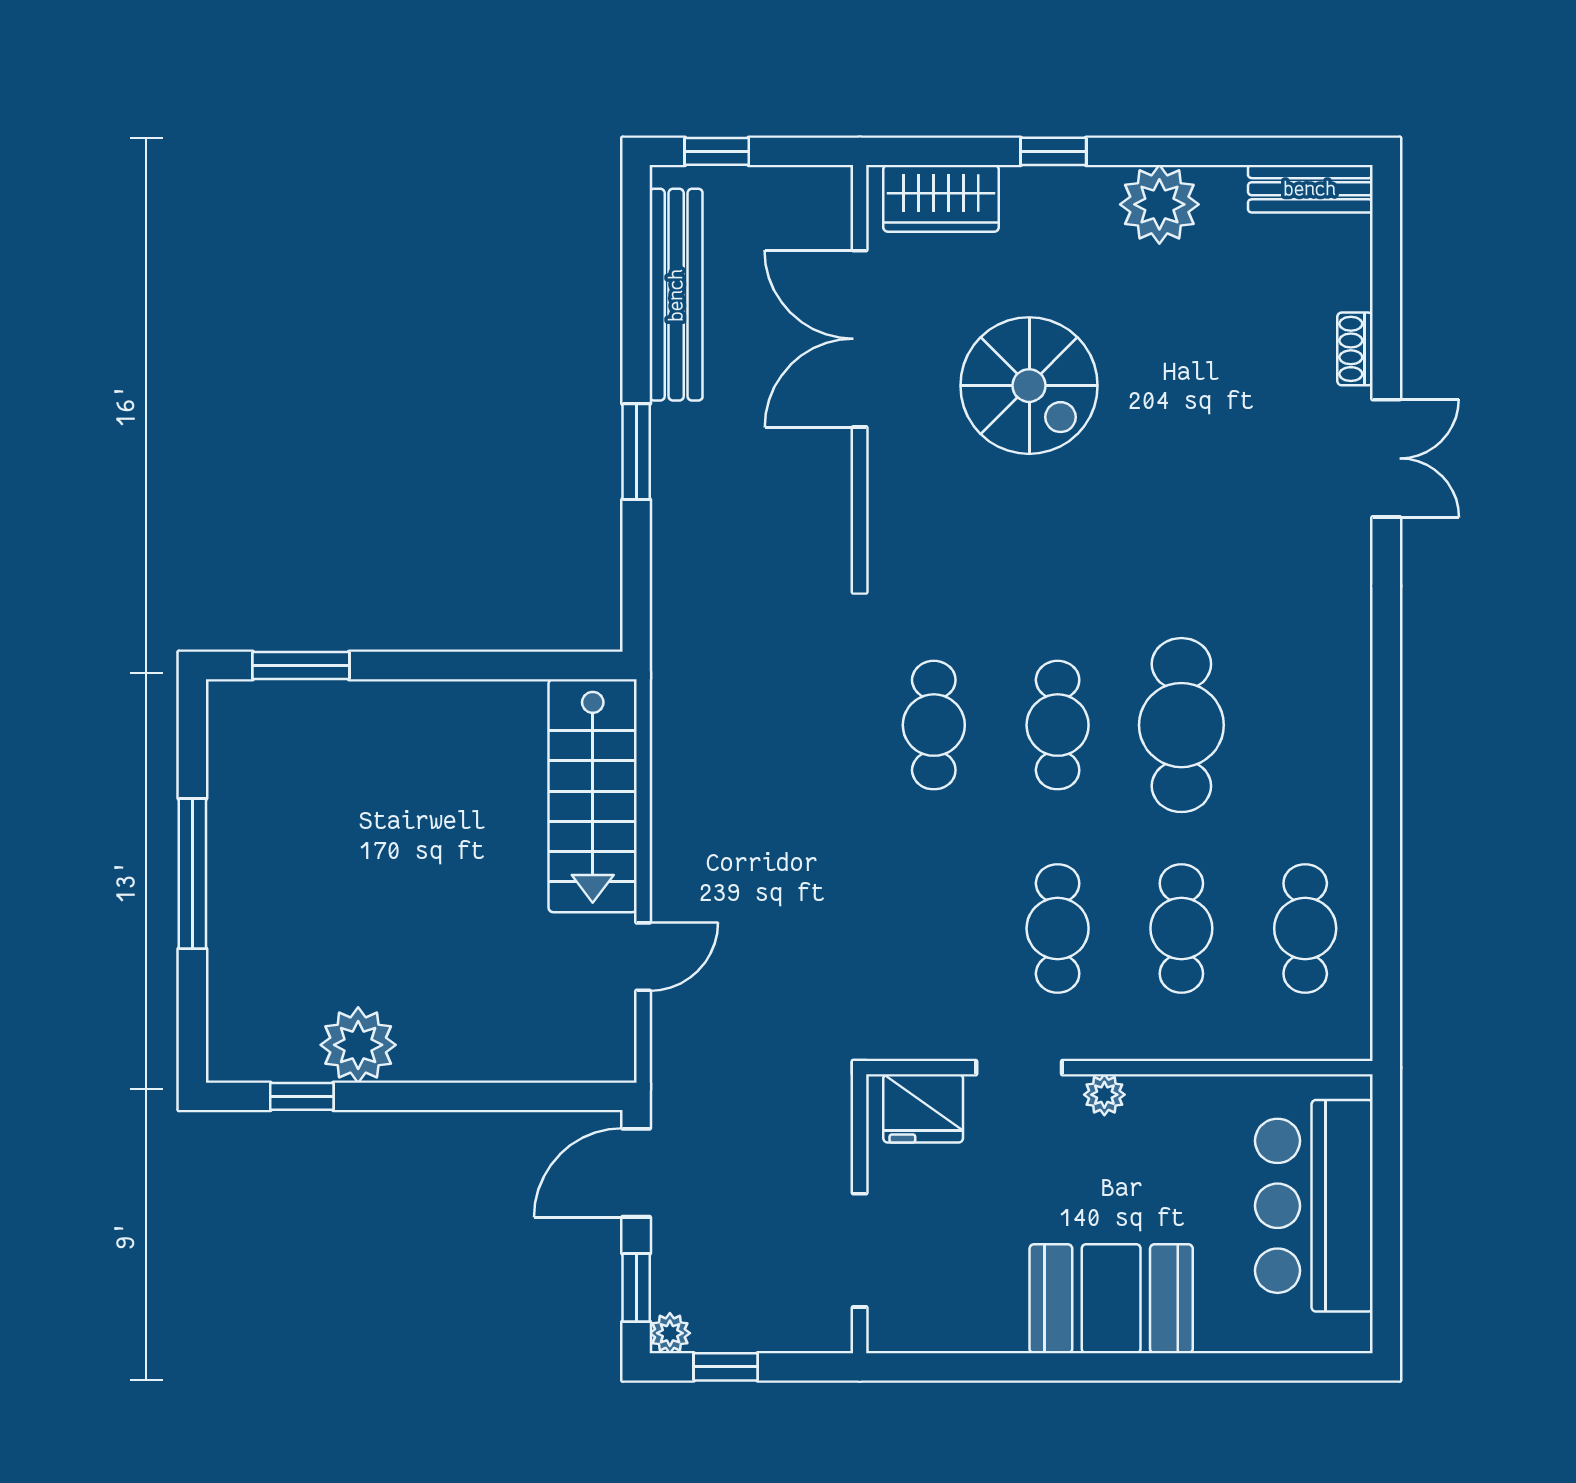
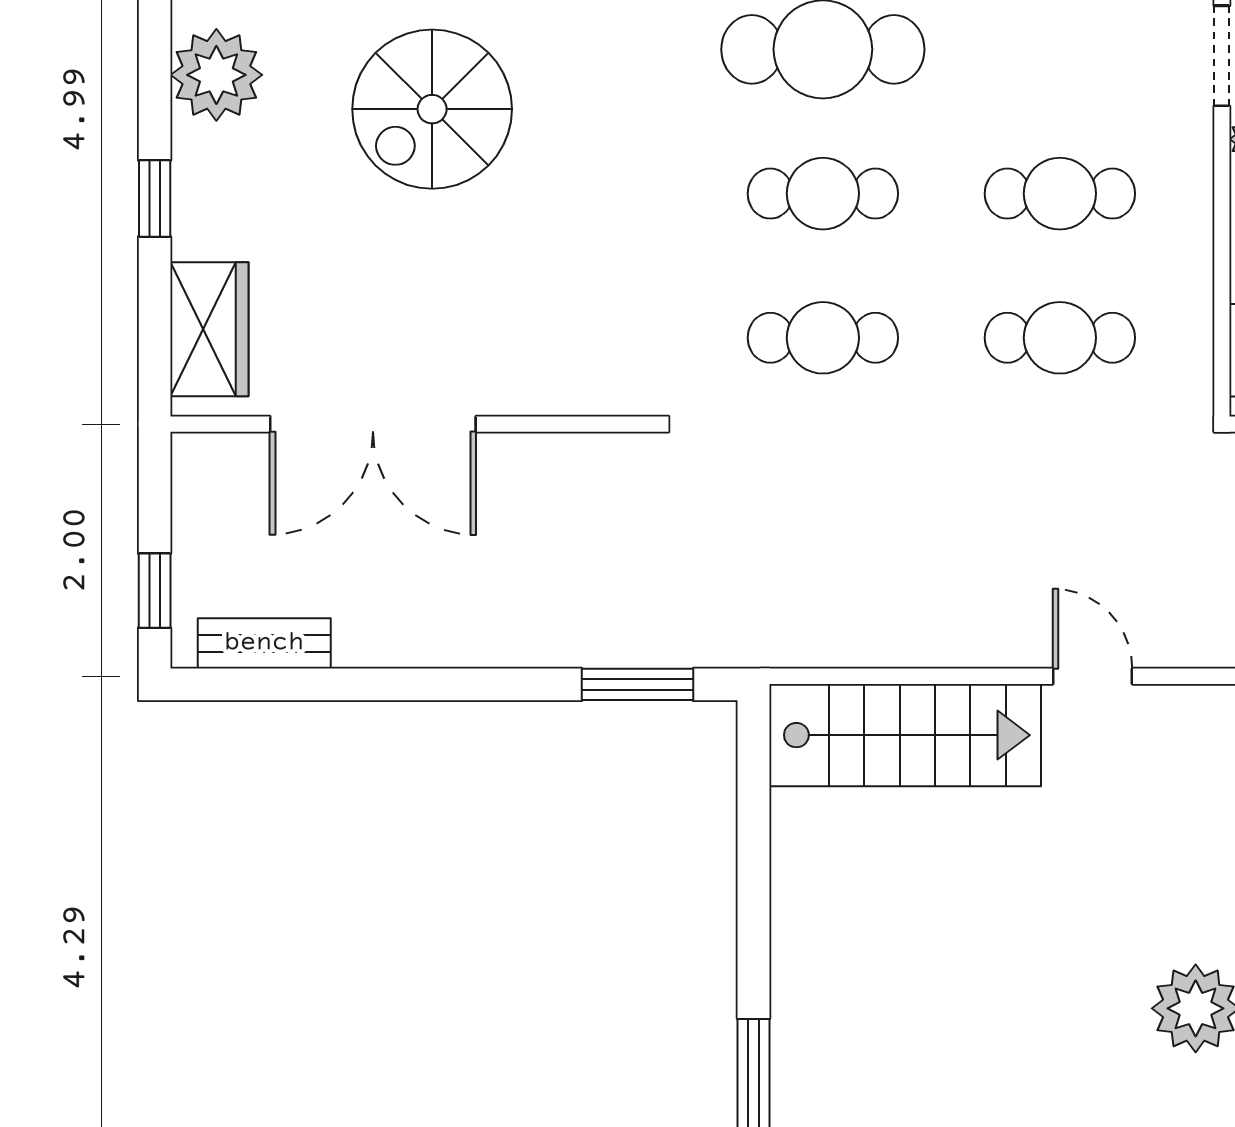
bench: (676, 295) -> (264, 643), width x0.54, depth x0.82
spiral stairs: (1029, 386) -> (432, 109), moved, turned 180
window: (636, 452) -> (637, 684), moved
cafe table: (1181, 928) -> (1060, 338), moved
doorway: (1019, 1068) -> (1222, 56), moved

